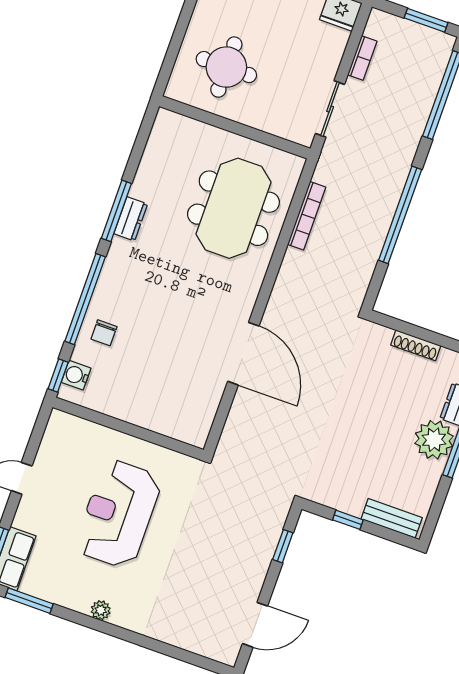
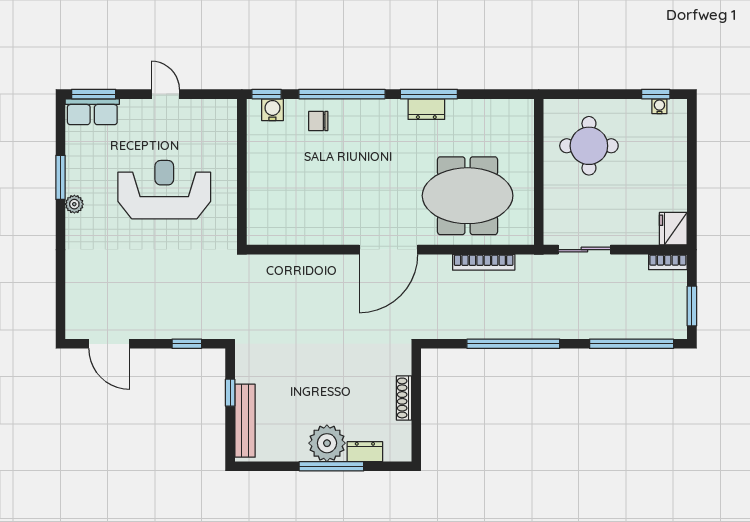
bookcase: (362, 58) -> (668, 262), moved
door: (243, 354) -> (388, 250), moved
bench: (392, 518) -> (245, 421), width x1.36
window: (29, 601) -> (60, 177), moved

